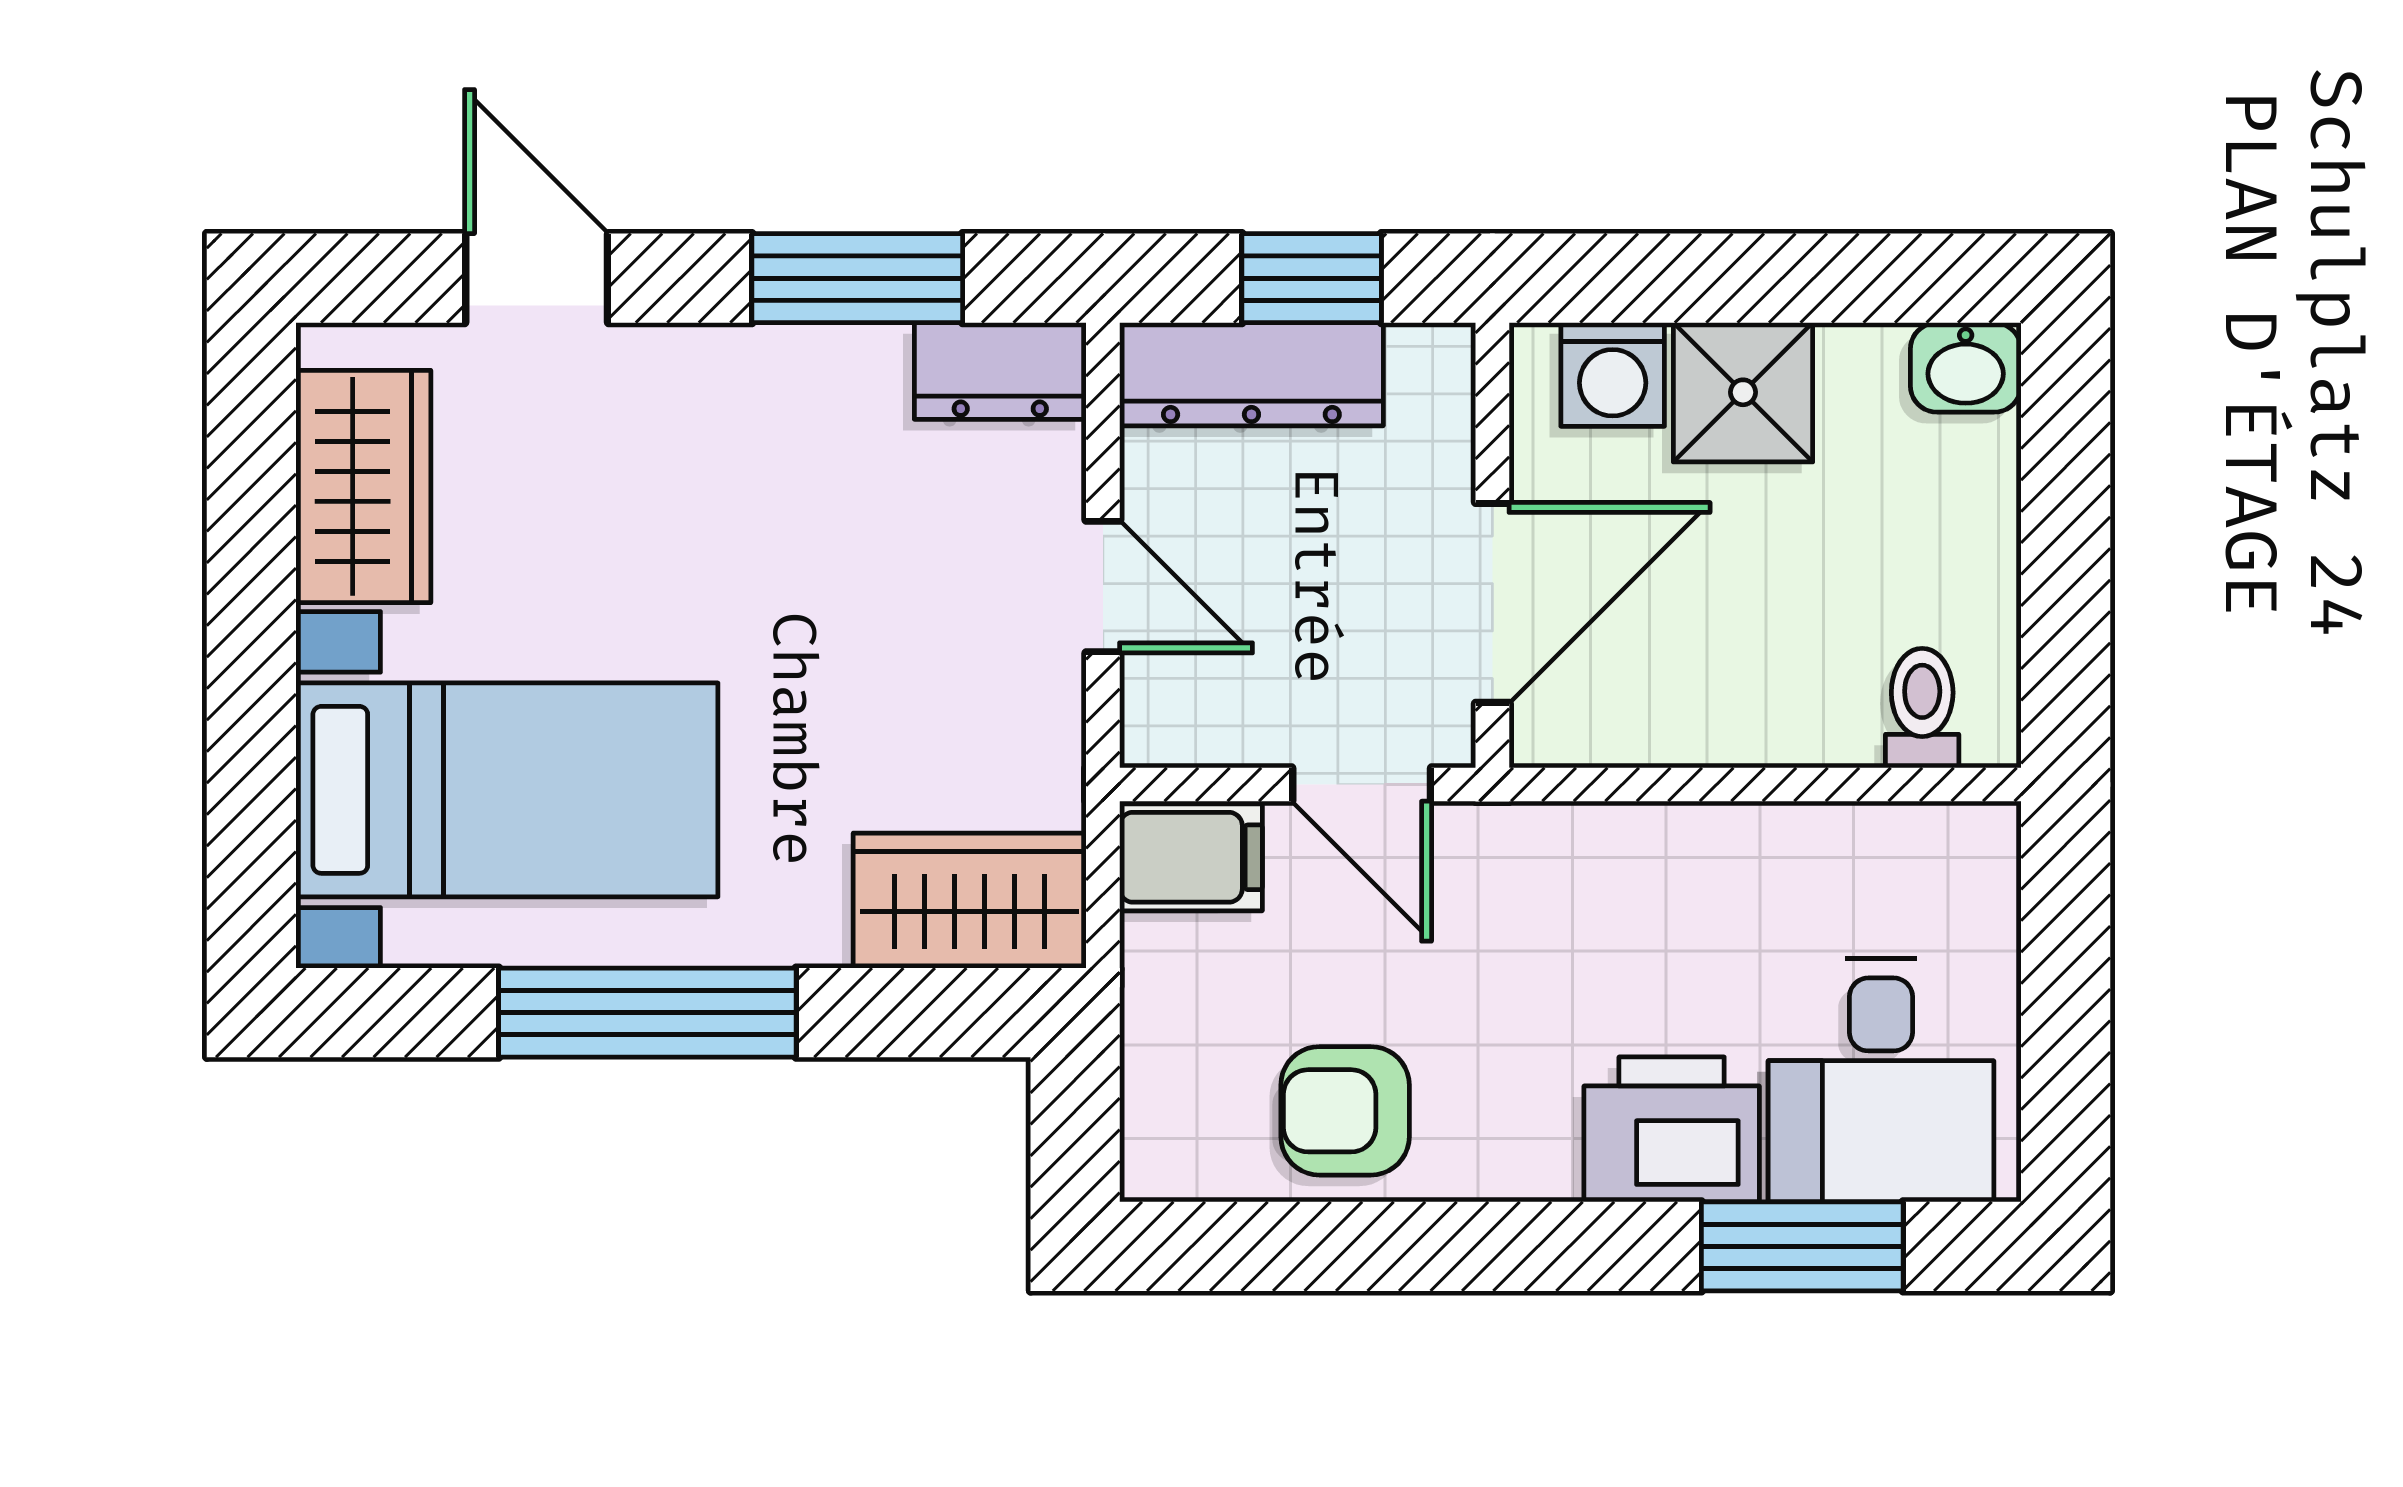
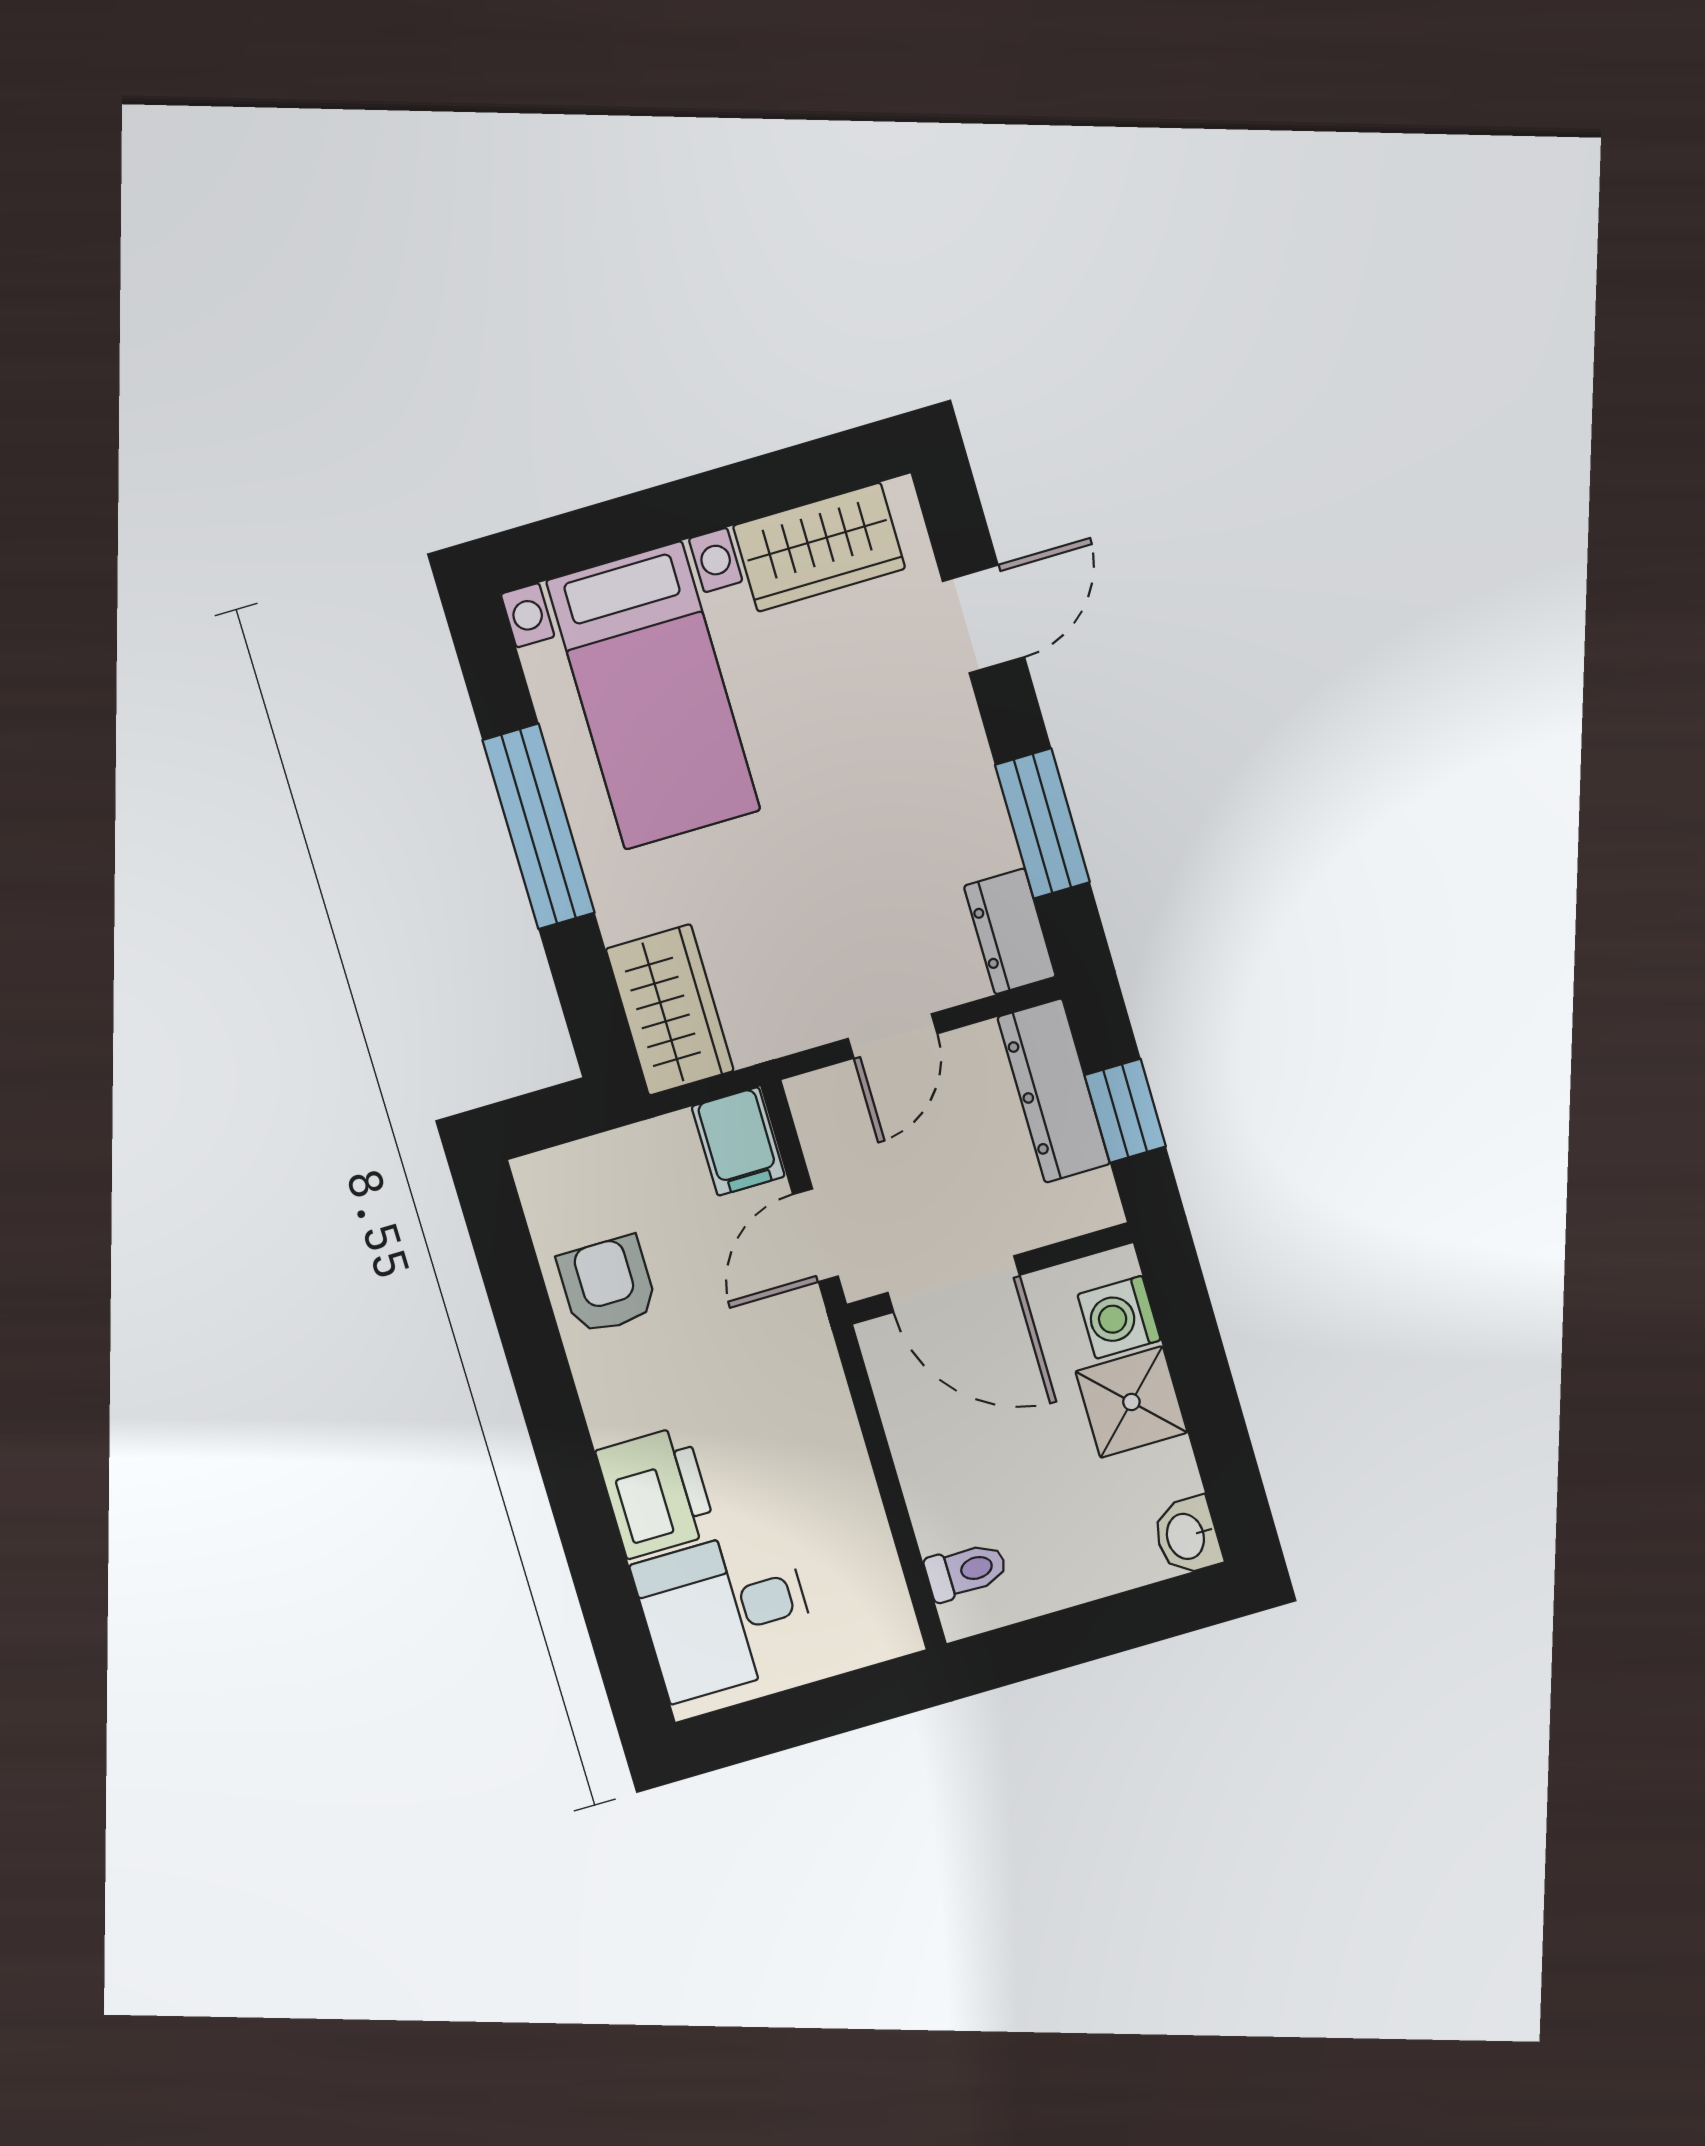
window: (1802, 1246) -> (607, 1595), removed

